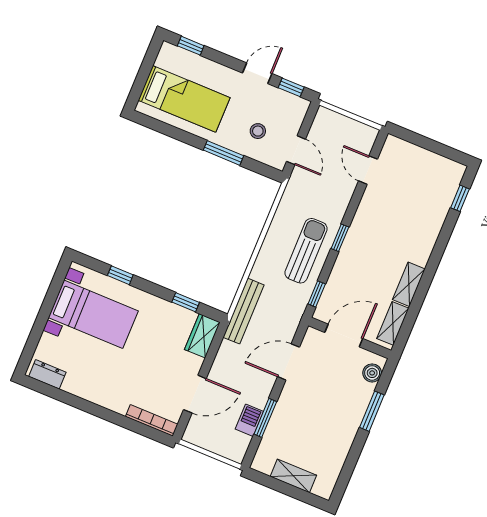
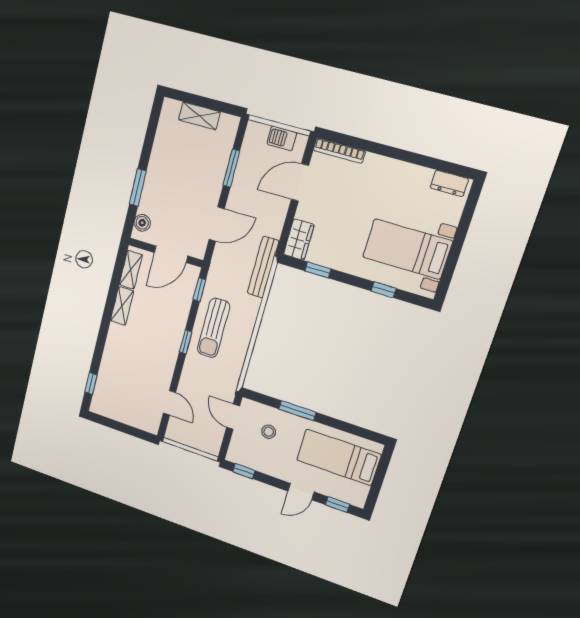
door: (257, 73) -> (301, 492), moved
barbecue: (249, 420) -> (282, 138), moved, turned 90

